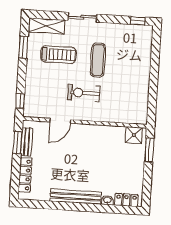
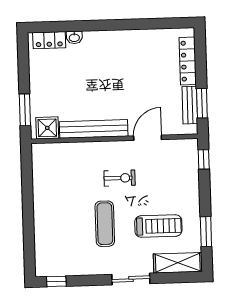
treadmill: (58, 55) -> (158, 226), turned 180
exercise bike: (84, 93) -> (120, 178), width x0.73, depth x0.72
bench: (76, 197) -> (94, 129), moved

